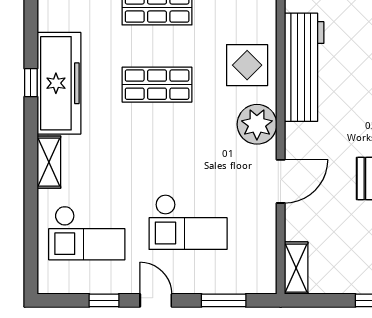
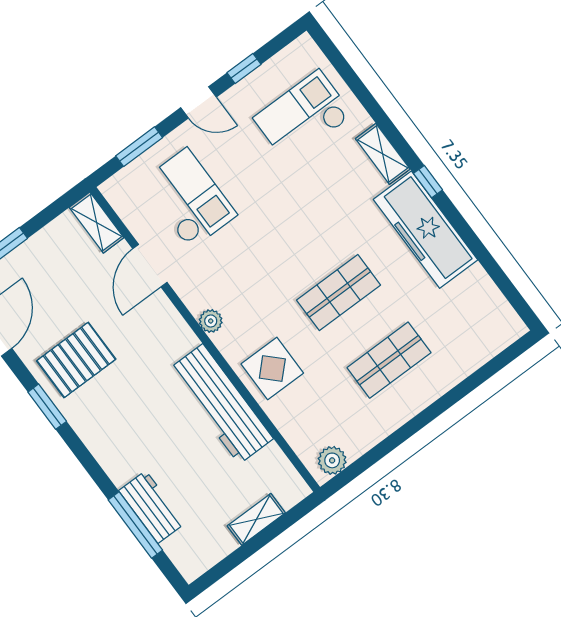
window: (31, 83) -> (428, 182), moved
plant: (257, 124) -> (211, 321), width x0.53, depth x0.53
door: (281, 181) -> (150, 266), moved
checkout: (188, 222) -> (189, 198), moved, turned 90

